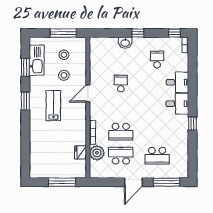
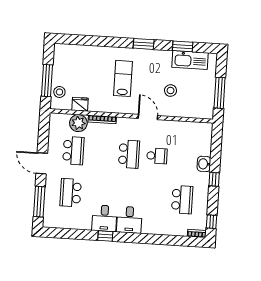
stool: (64, 55) -> (59, 92), moved
school desk: (157, 59) -> (182, 200), width x1.85
desk: (177, 82) -> (104, 218), moved
lab bench: (53, 106) -> (123, 78), moved, turned -90
school desk: (121, 132) -> (129, 154), moved, turned 180

